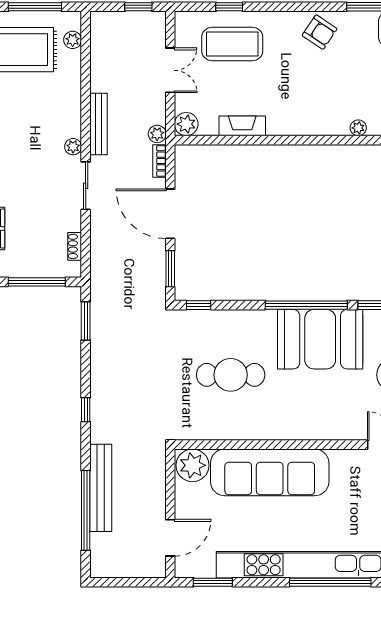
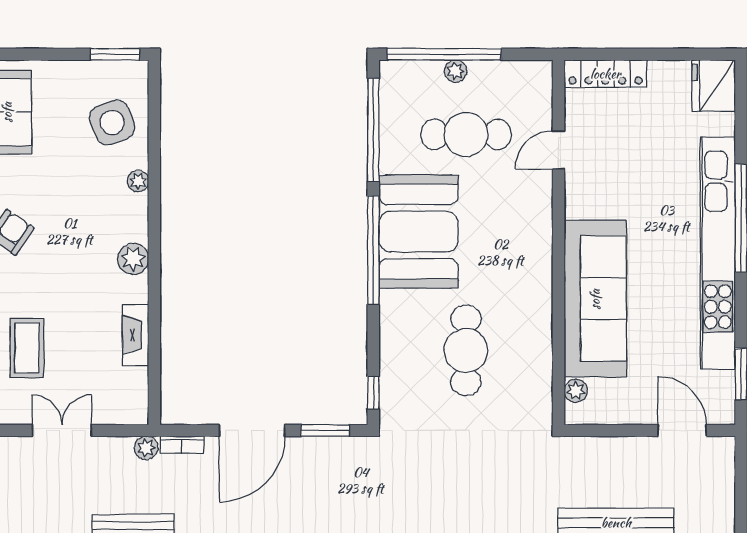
coffee table: (232, 44) -> (27, 348), width x0.73, depth x0.76
plant: (186, 124) -> (133, 259), moved
plant: (193, 465) -> (576, 391), width x0.53, depth x0.53

